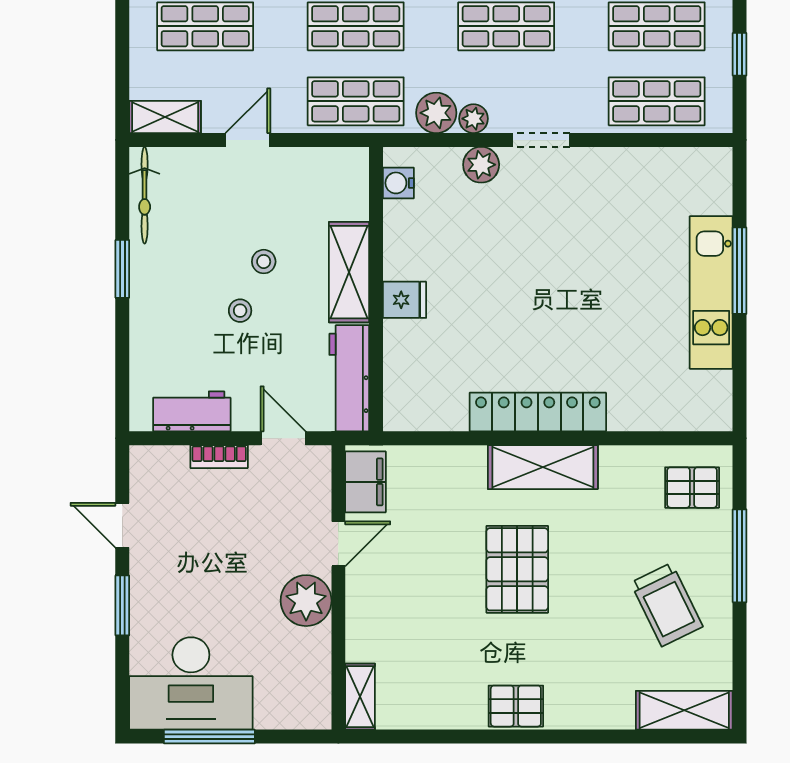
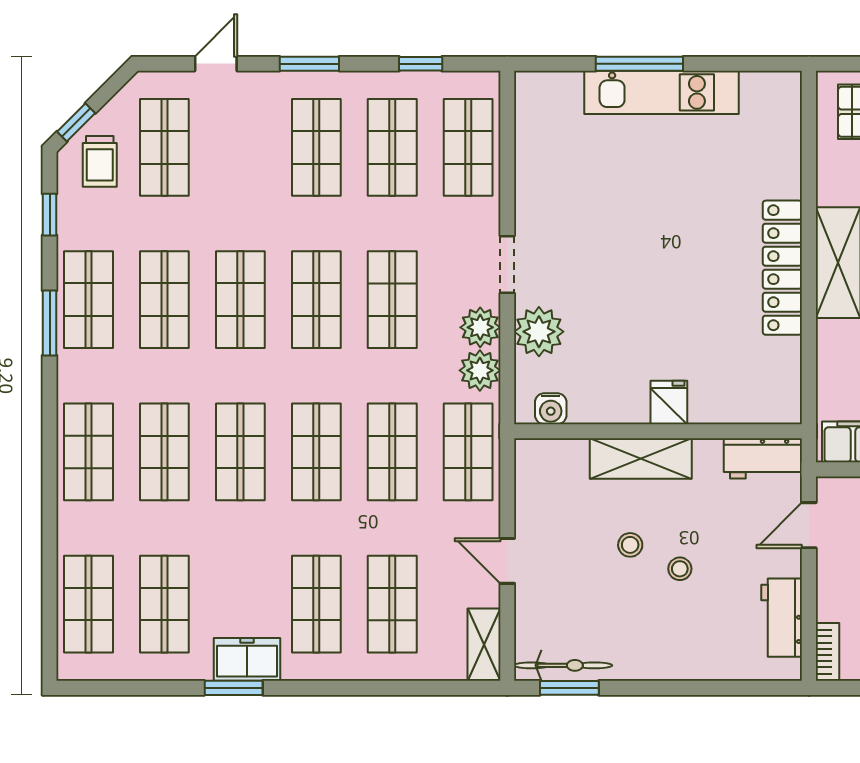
plant: (473, 119) -> (480, 327), width x1.38, depth x1.38
plant: (481, 165) -> (539, 332), width x1.36, depth x1.36
window: (122, 269) -> (569, 688), moved
workbench: (349, 378) -> (763, 458), width x0.73
bookcase: (219, 457) -> (827, 652), moved

